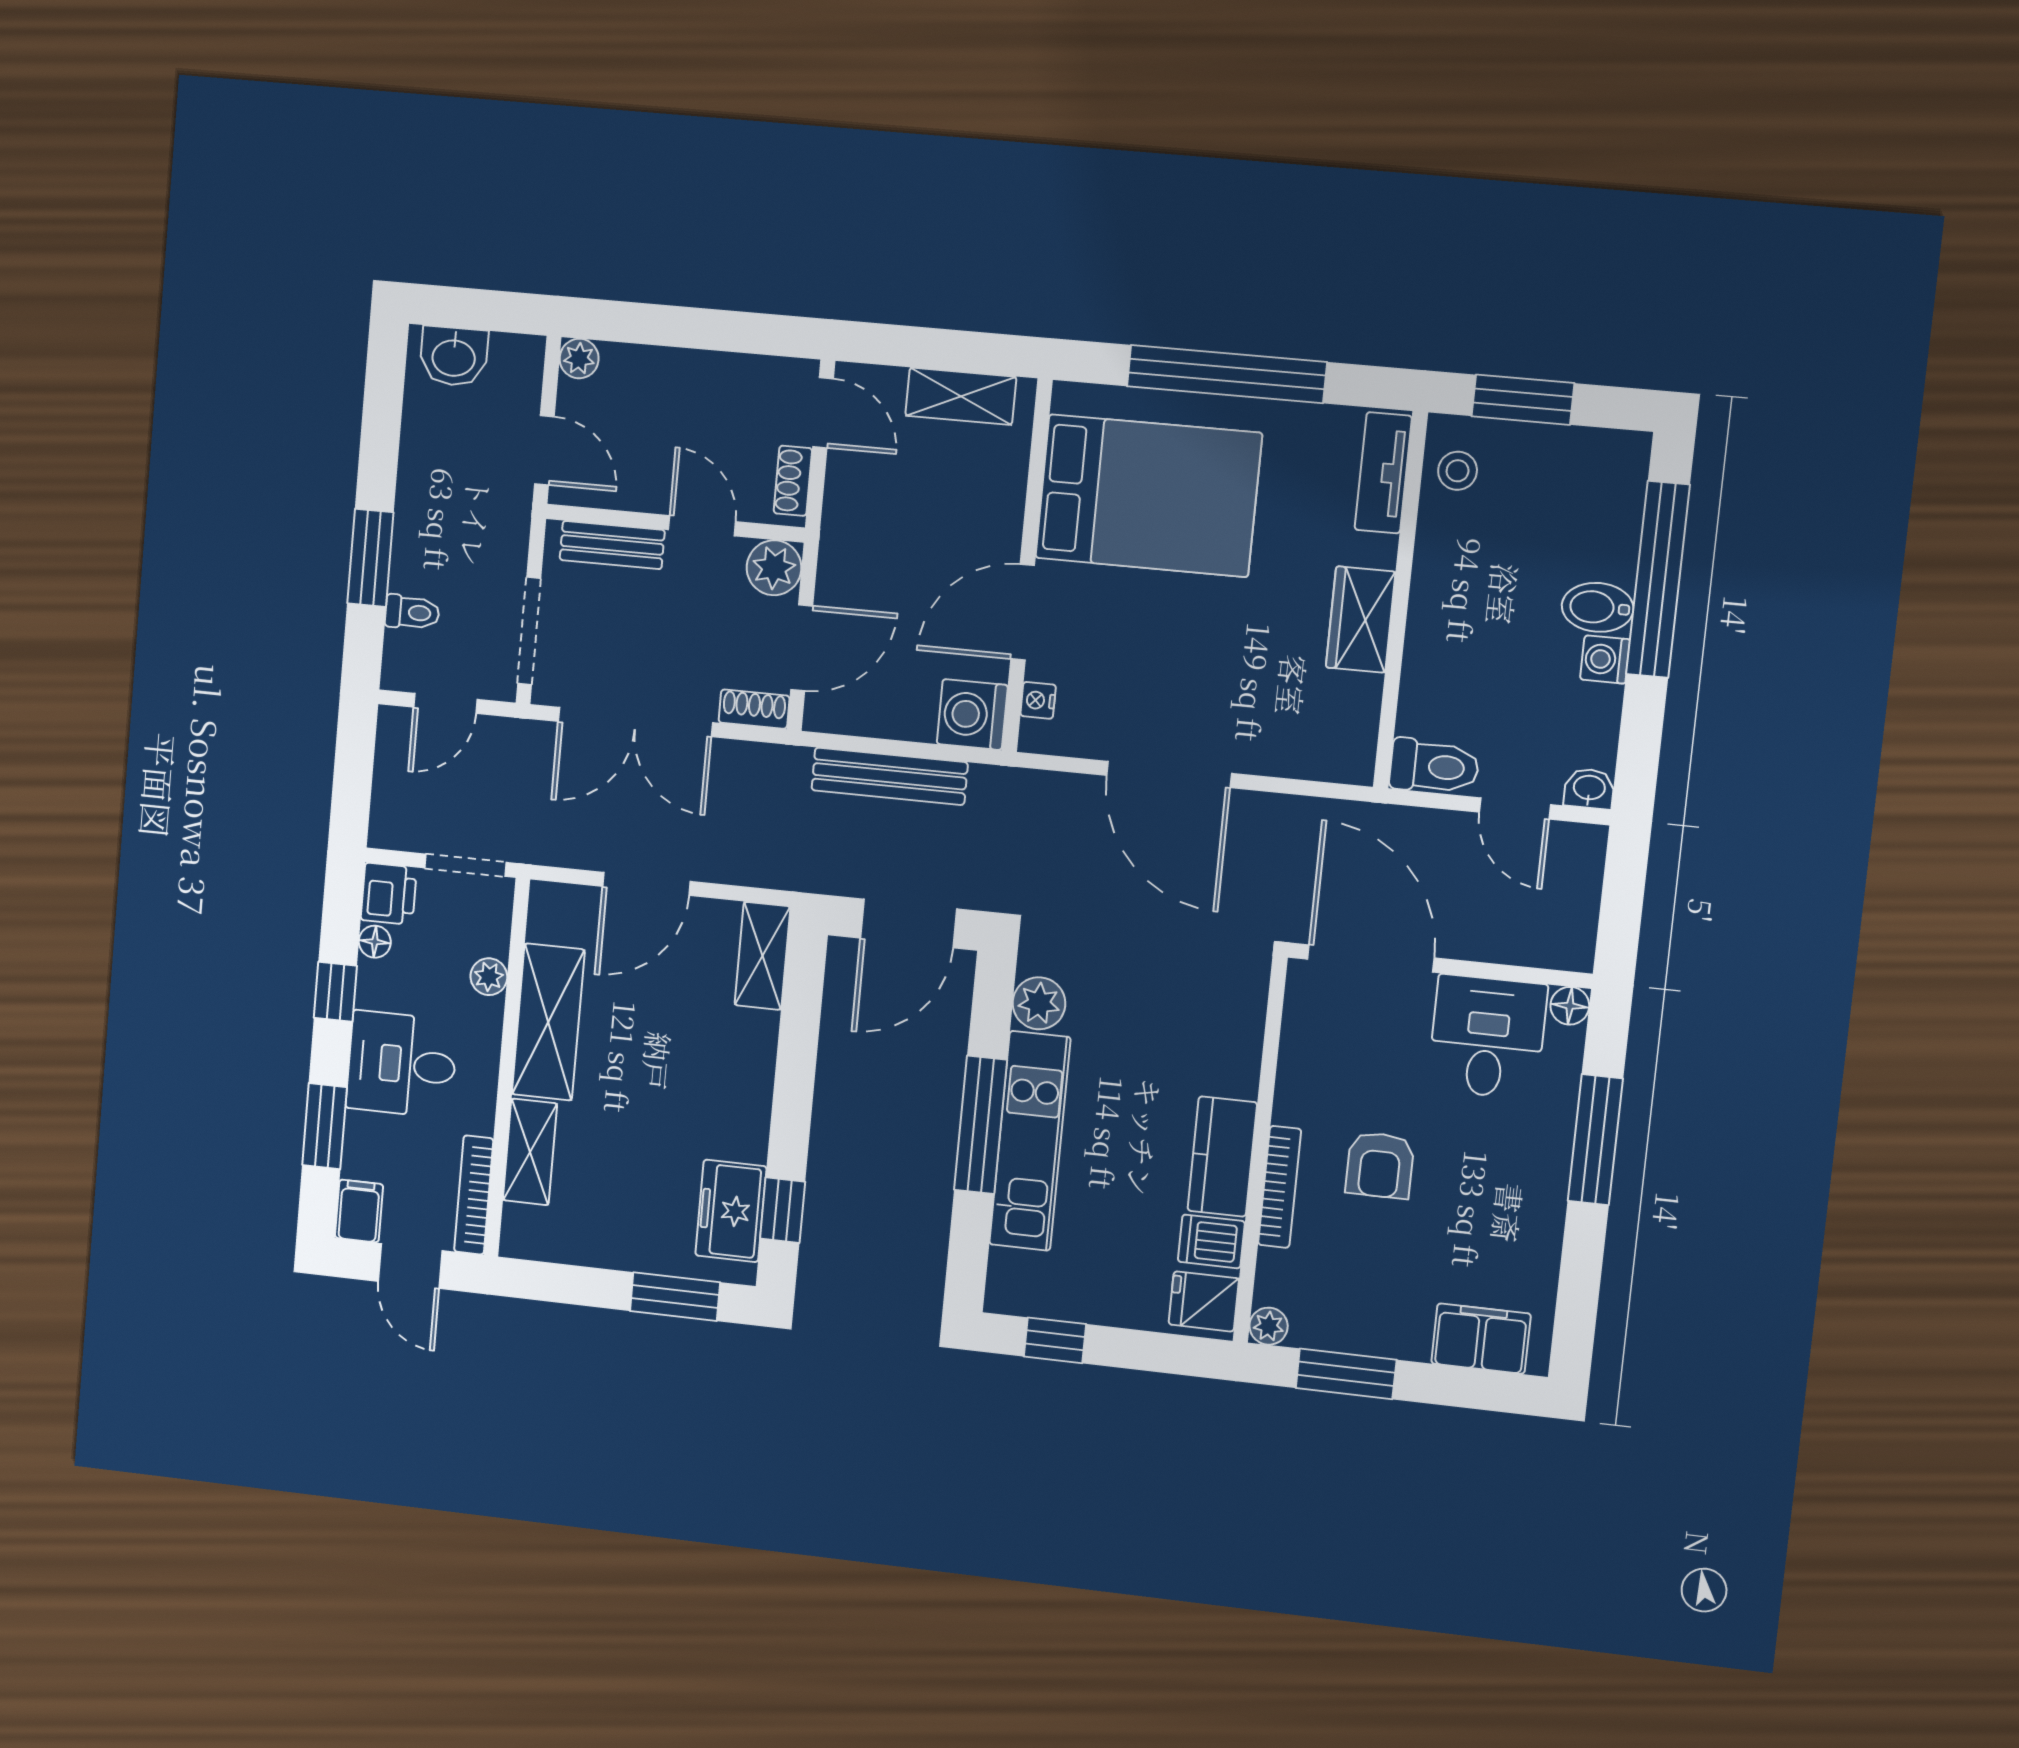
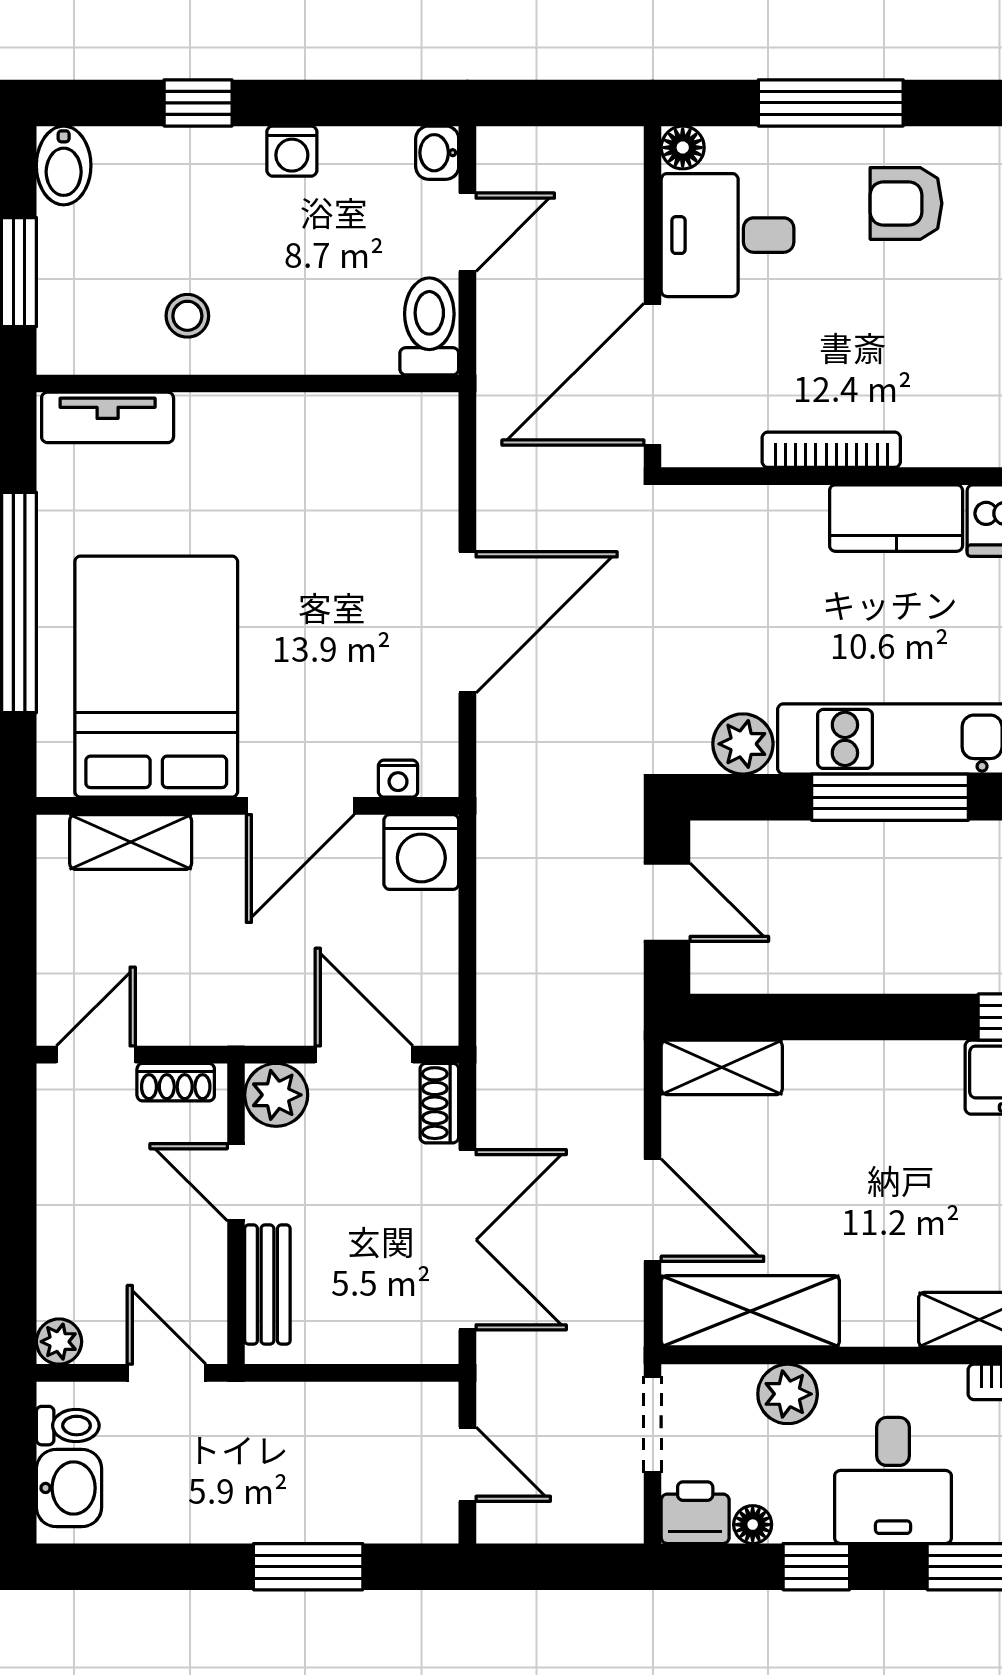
shelving: (961, 396) -> (131, 842), moved, turned 90
door: (544, 450) -> (167, 1373), hinge flipped
stool: (1458, 471) -> (187, 316), moved
door: (702, 526) -> (236, 1182), hinge flipped
window: (1658, 579) -> (198, 103), width x0.32
bidet: (1598, 607) -> (64, 165), moved
toilet: (412, 612) -> (68, 1426), moved, turned 90
door: (1023, 612) -> (300, 806), hinge flipped
wardrobe: (1361, 620) -> (273, 425), removed
doorway: (529, 631) -> (375, 1373), removed
bench: (890, 776) -> (501, 940), removed
door: (908, 923) -> (667, 902), width x0.73
plant: (489, 977) -> (788, 1394), width x1.38, depth x1.38
shelving: (548, 1022) -> (750, 1311), moved
armchair: (1380, 1165) -> (906, 203), moved, turned 180
bookcase: (1280, 1187) -> (831, 450), moved

